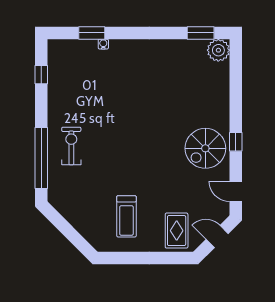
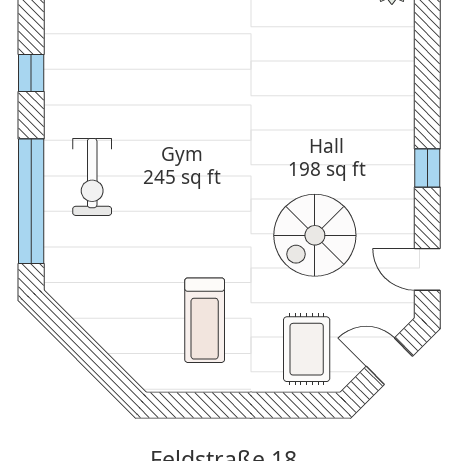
window: (41, 75) -> (31, 73), moved
exercise bike: (71, 146) -> (92, 177), turned 180
spiral stairs: (205, 148) -> (315, 235), moved

